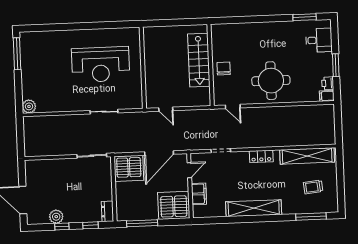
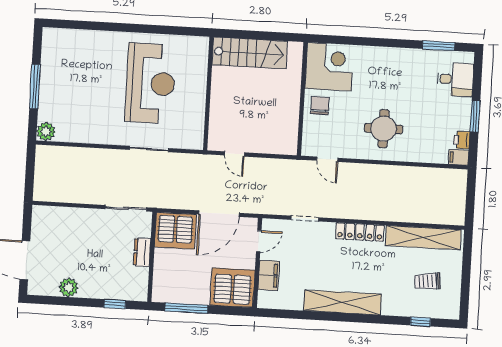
corner desk: (228, 40) -> (329, 67), added
window: (17, 54) -> (35, 87), moved
stairs: (199, 60) -> (250, 53), moved, turned -90
reception desk: (101, 64) -> (150, 83), turned -90
round table: (271, 81) -> (384, 129), width x0.73, depth x0.73
locker: (261, 156) -> (360, 232), width x1.53
dresser: (107, 211) -> (142, 252), moved
window: (311, 216) -> (420, 322), width x0.46
window: (62, 226) -> (75, 302), removed

